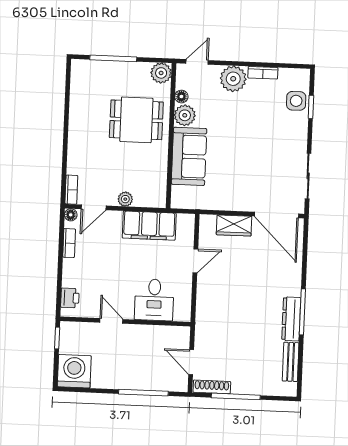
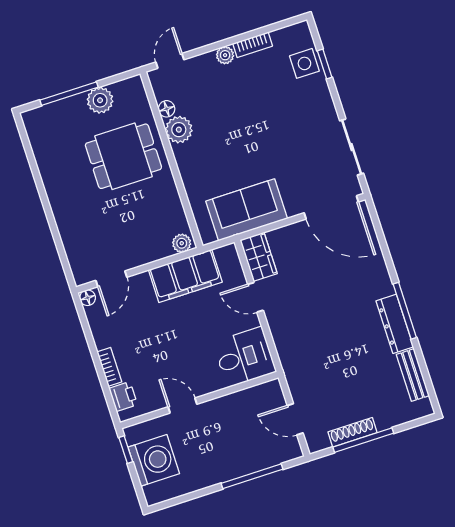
plant: (161, 73) -> (100, 100), moved
plant: (233, 79) -> (225, 55), width x0.53, depth x0.53
sofa: (189, 156) -> (247, 210), moved, turned -90
bookcase: (71, 190) -> (77, 268), removed
plant: (125, 199) -> (182, 243), moved
wardrobe: (234, 225) -> (259, 257), moved, turned -90
bookcase: (69, 243) -> (109, 367), moved
door: (195, 261) -> (256, 297), swing flipped
desk: (154, 300) -> (245, 357), moved, turned -90
washing machine: (74, 371) -> (154, 460), moved, turned 90
shoe rack: (212, 387) -> (353, 432), moved

